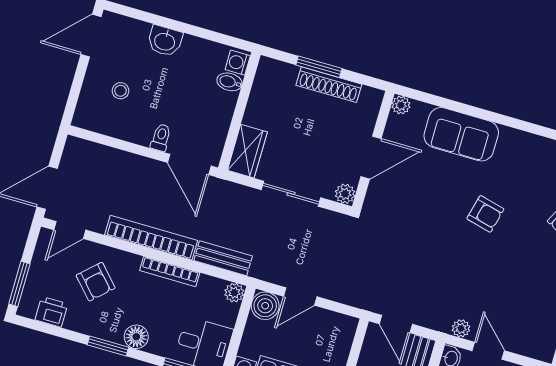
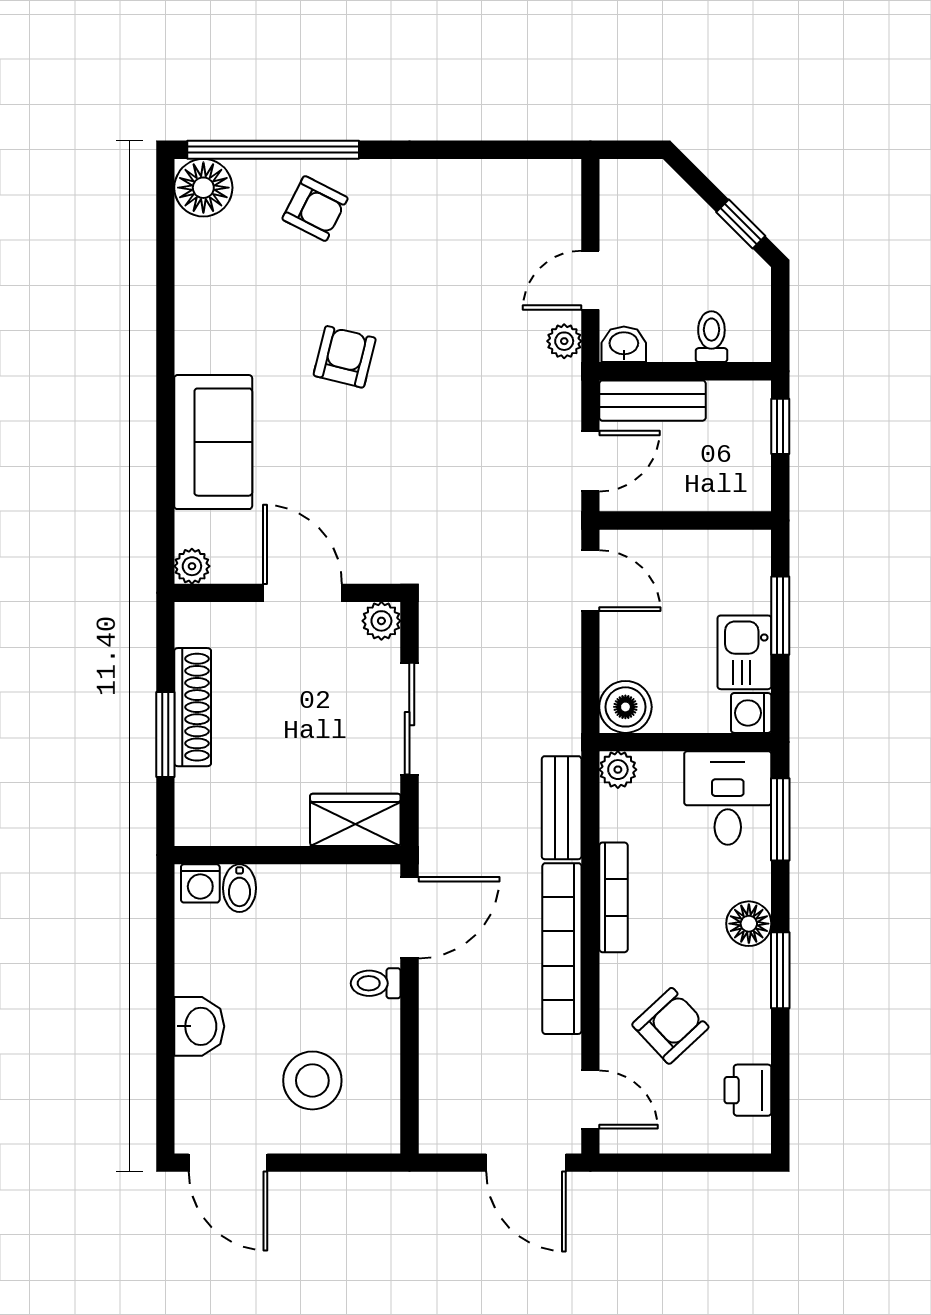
stool: (121, 91) -> (312, 1080), width x1.89, depth x1.89
window: (19, 284) -> (714, 1163), removed
door: (300, 296) -> (590, 581), moved

